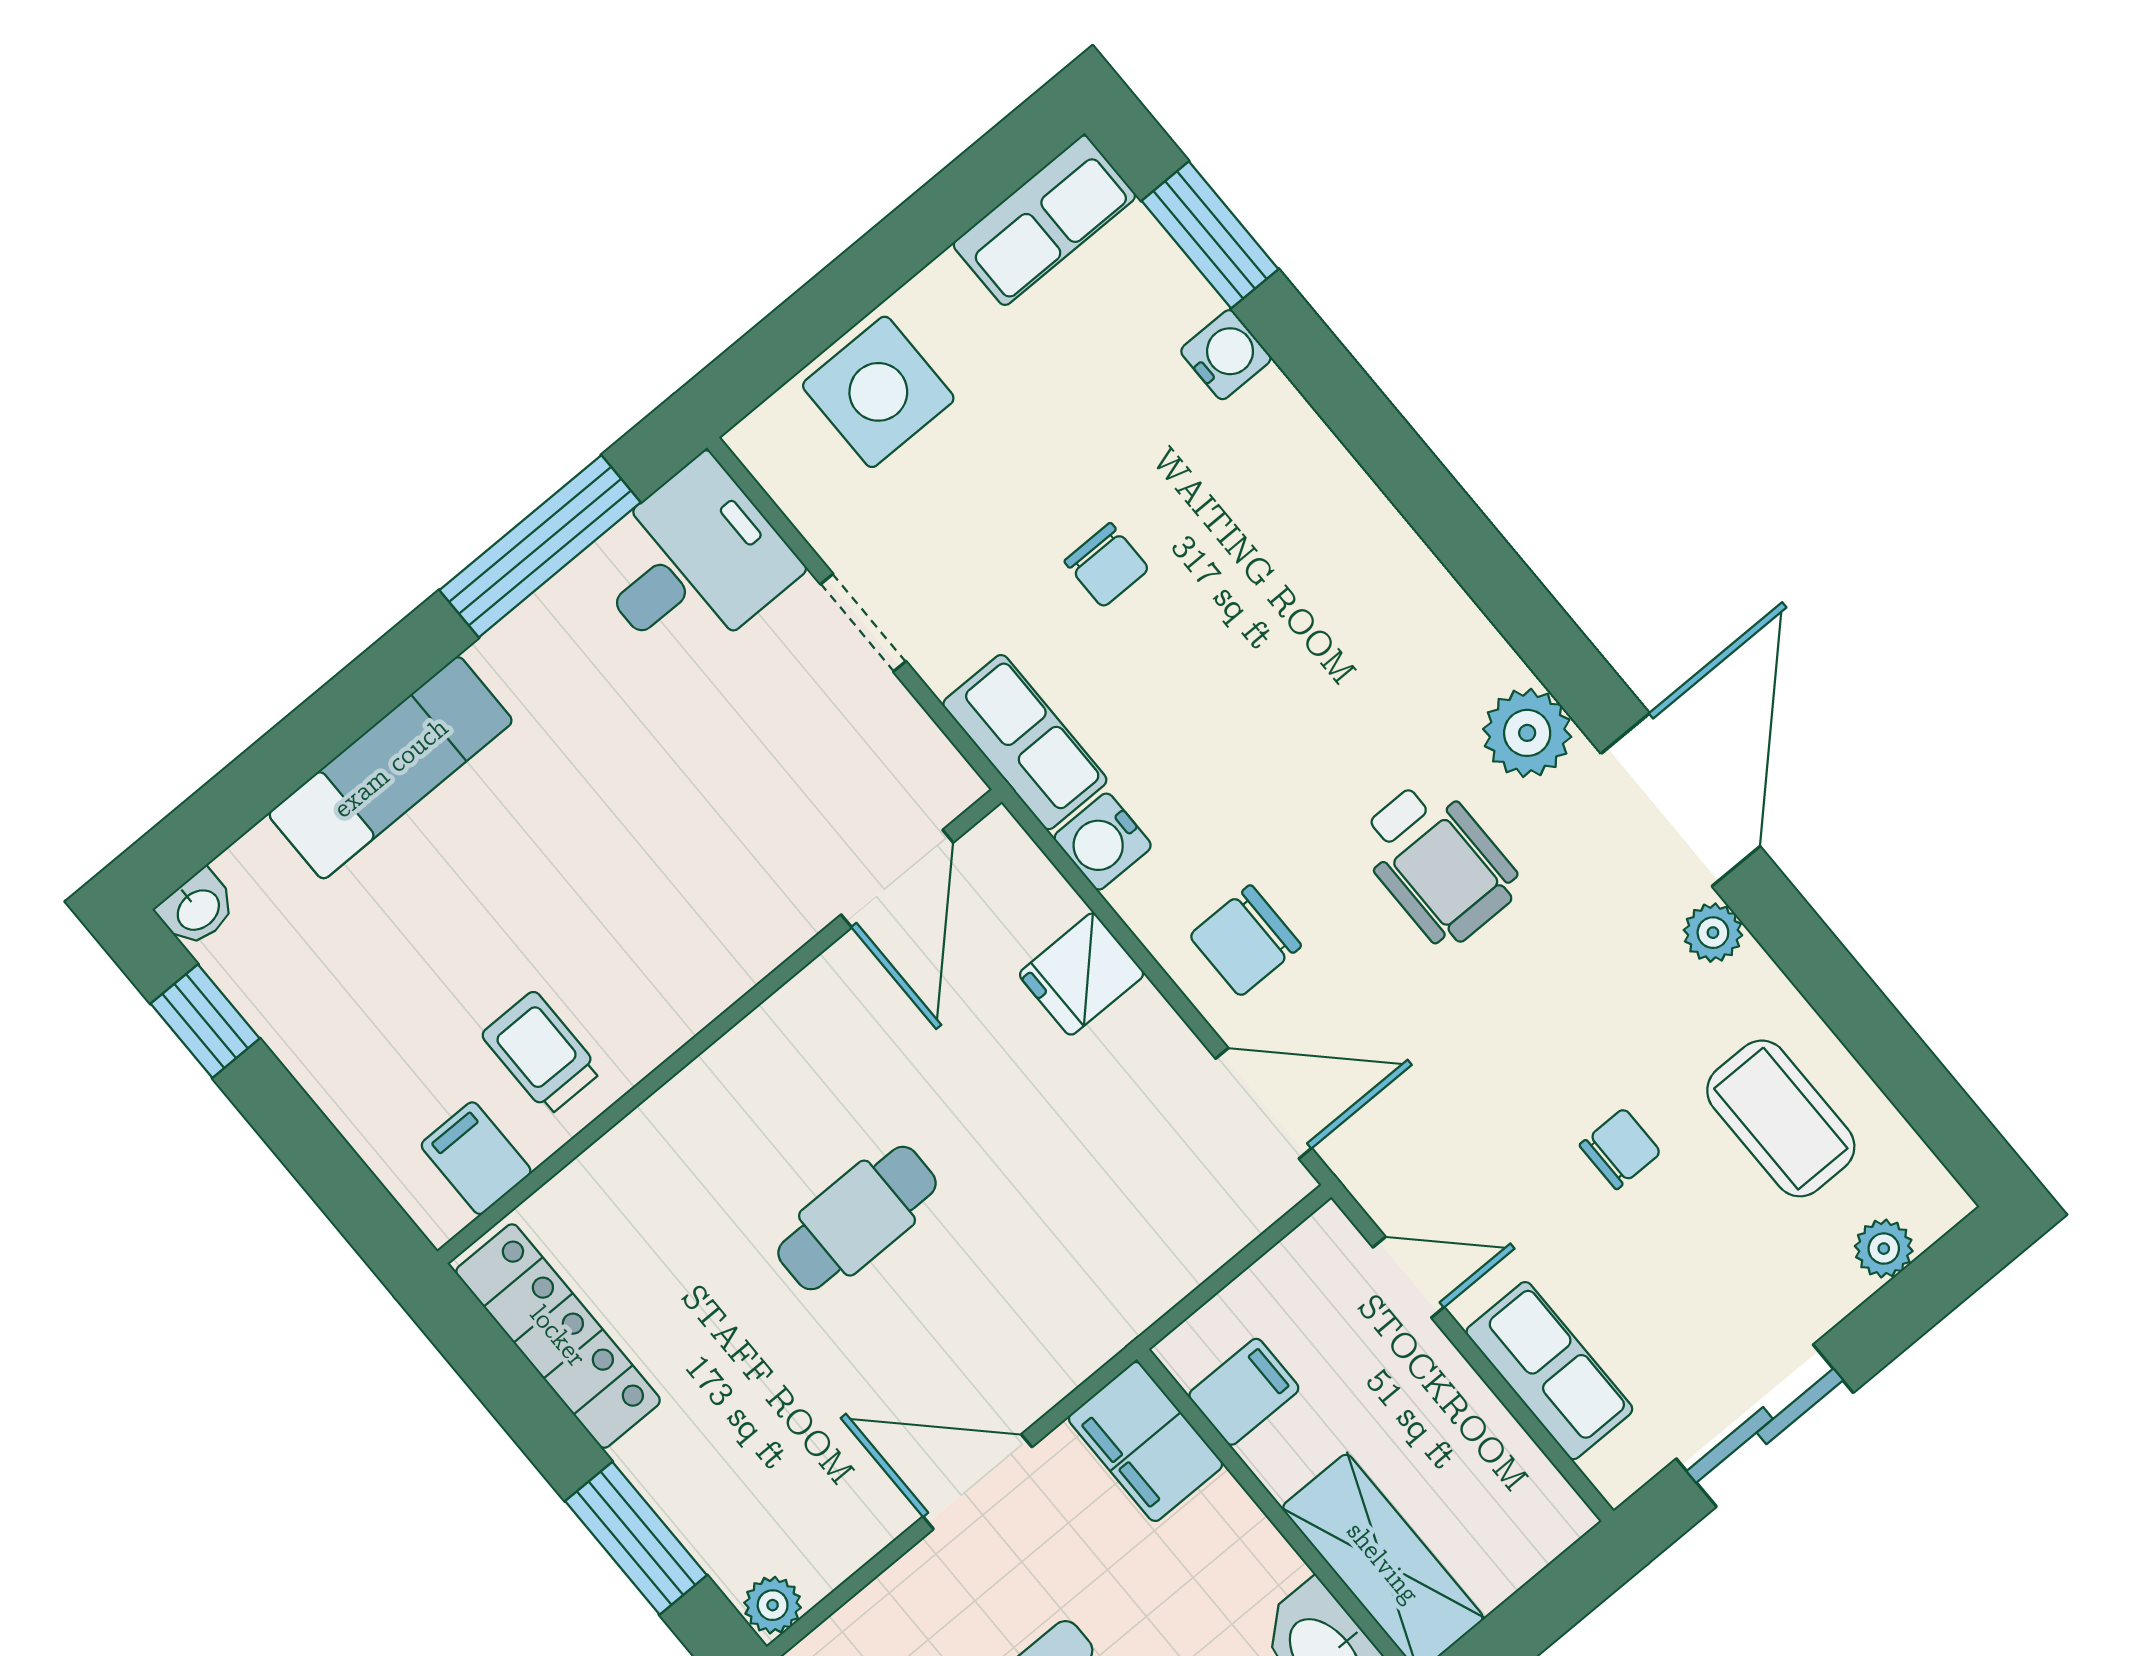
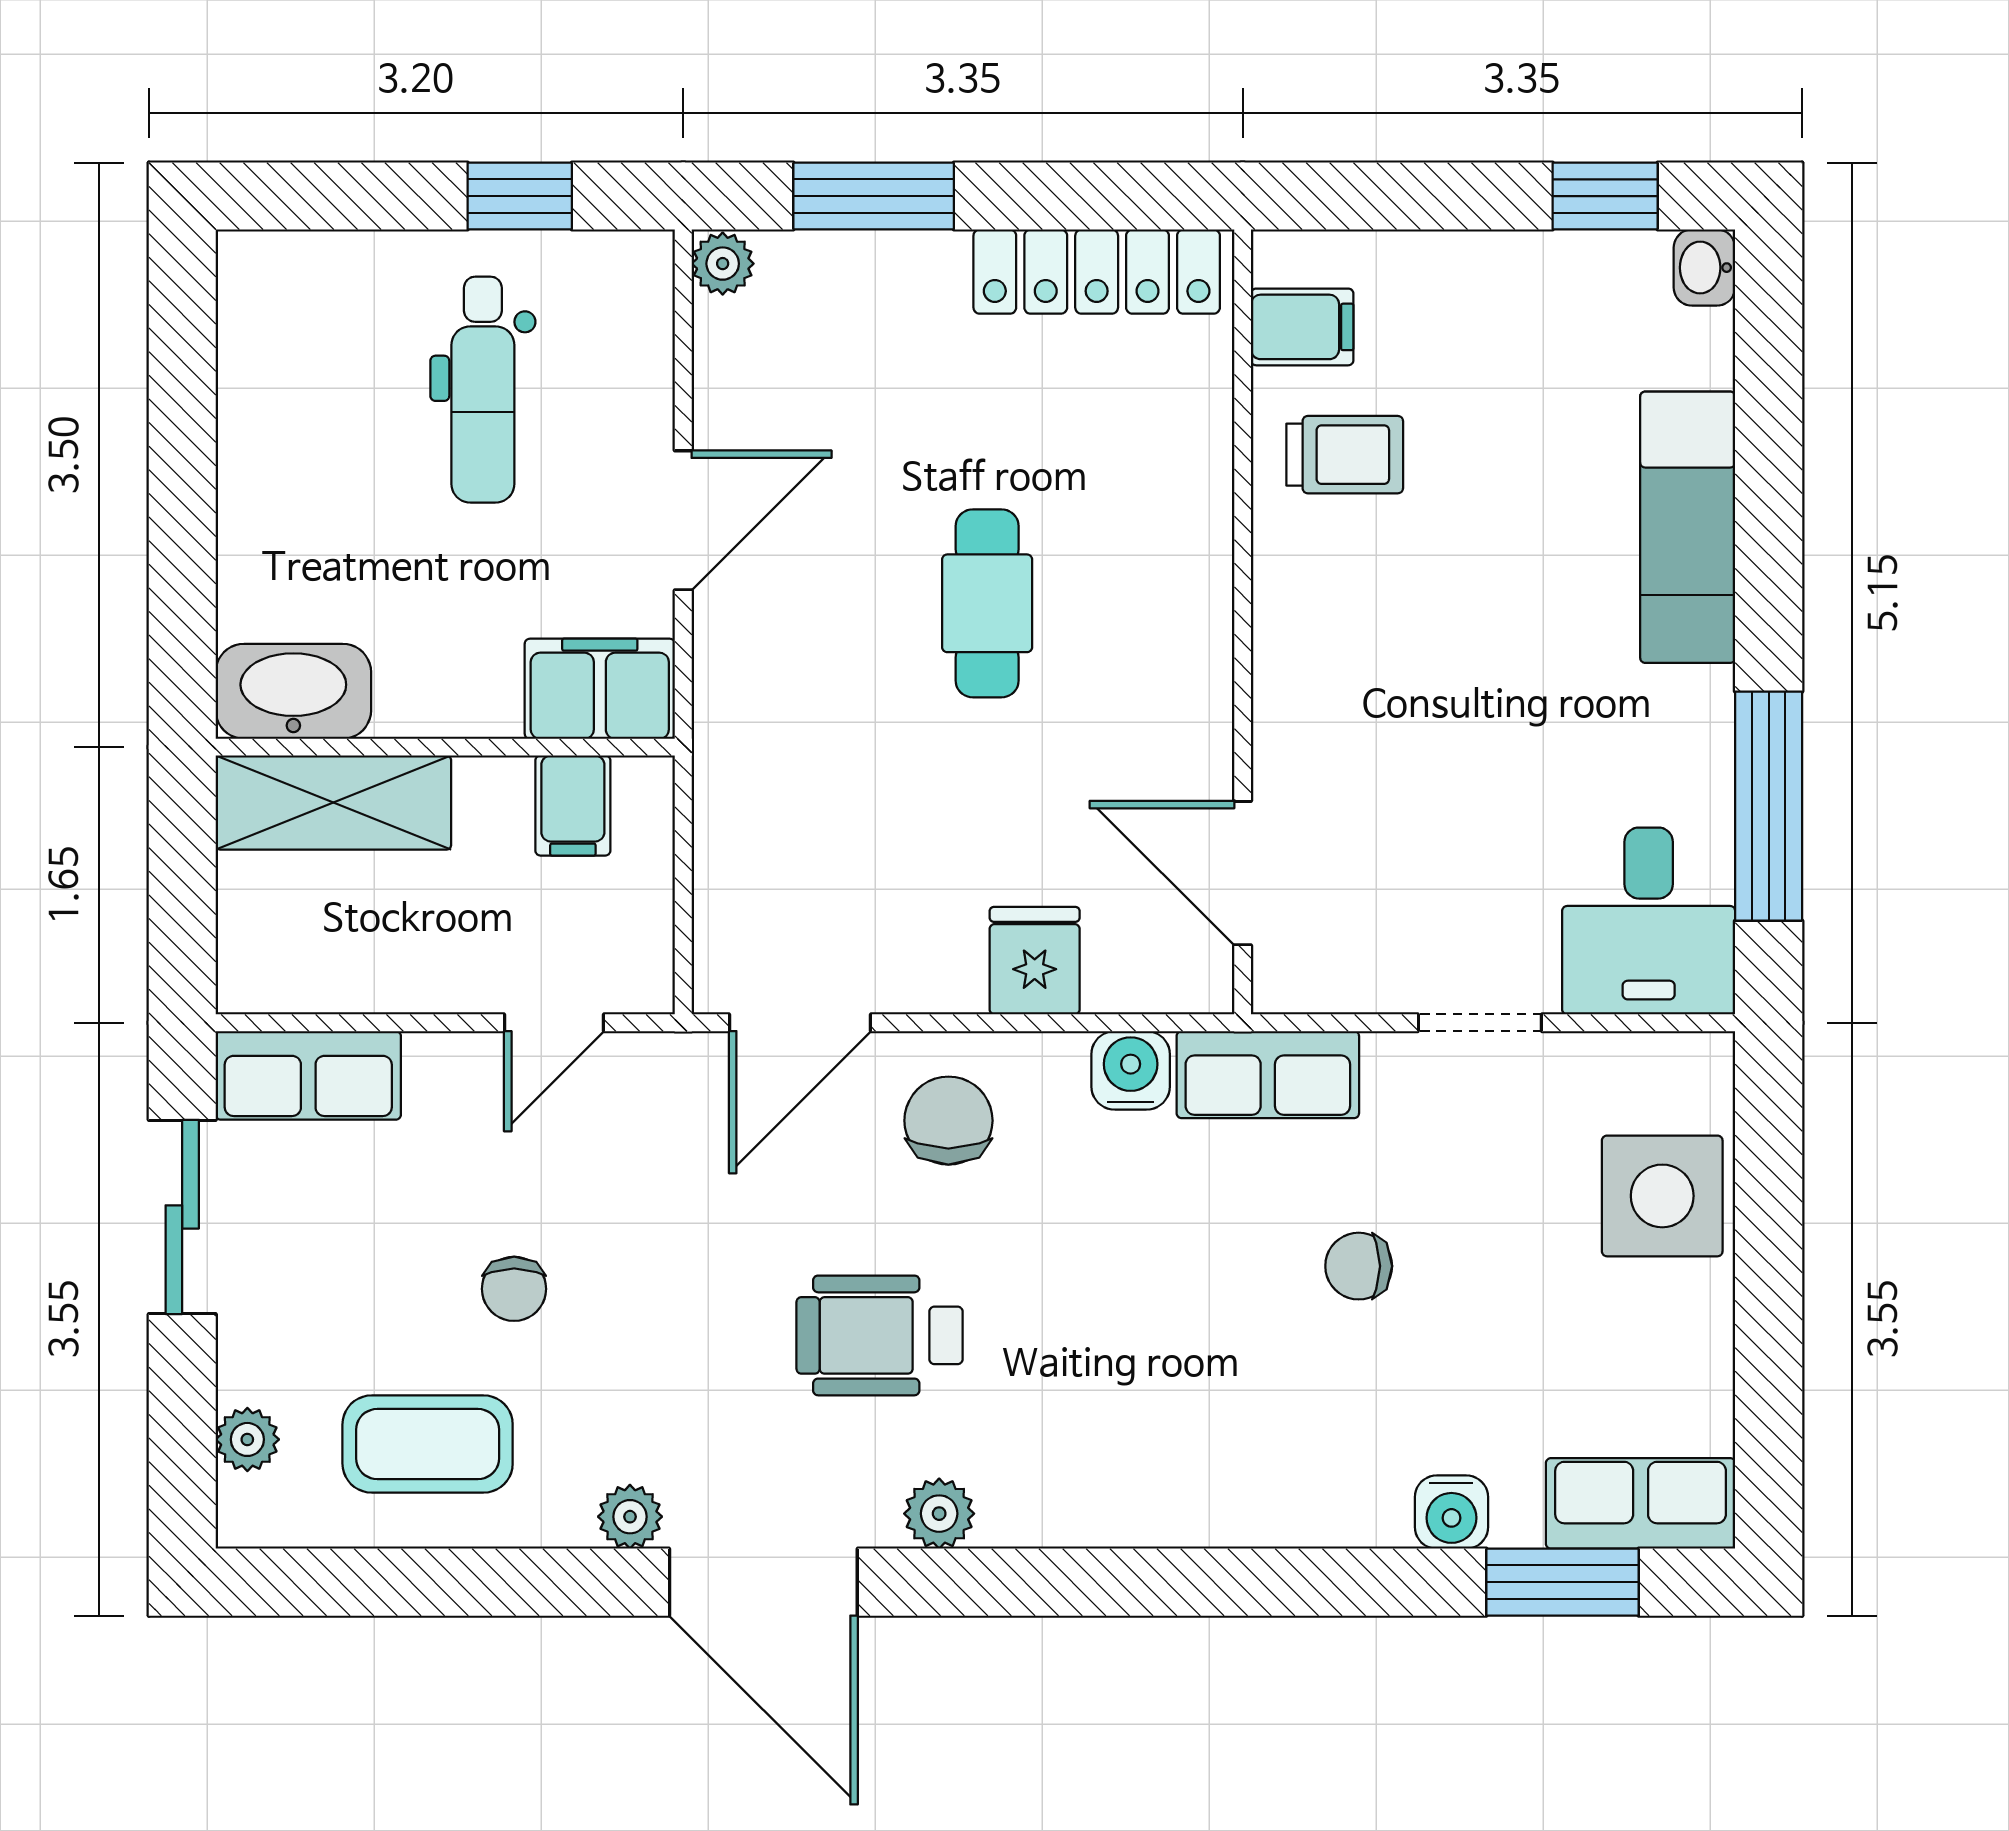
row of seats: (1044, 220) -> (1641, 1503), moved, turned 90
plant: (1527, 733) -> (939, 1514), width x0.73, depth x0.73
row of seats: (1549, 1371) -> (308, 1075), moved

